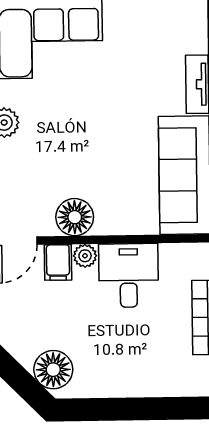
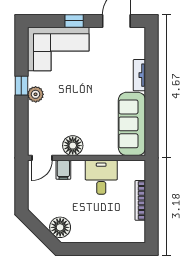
plant: (85, 256) -> (78, 166), removed

